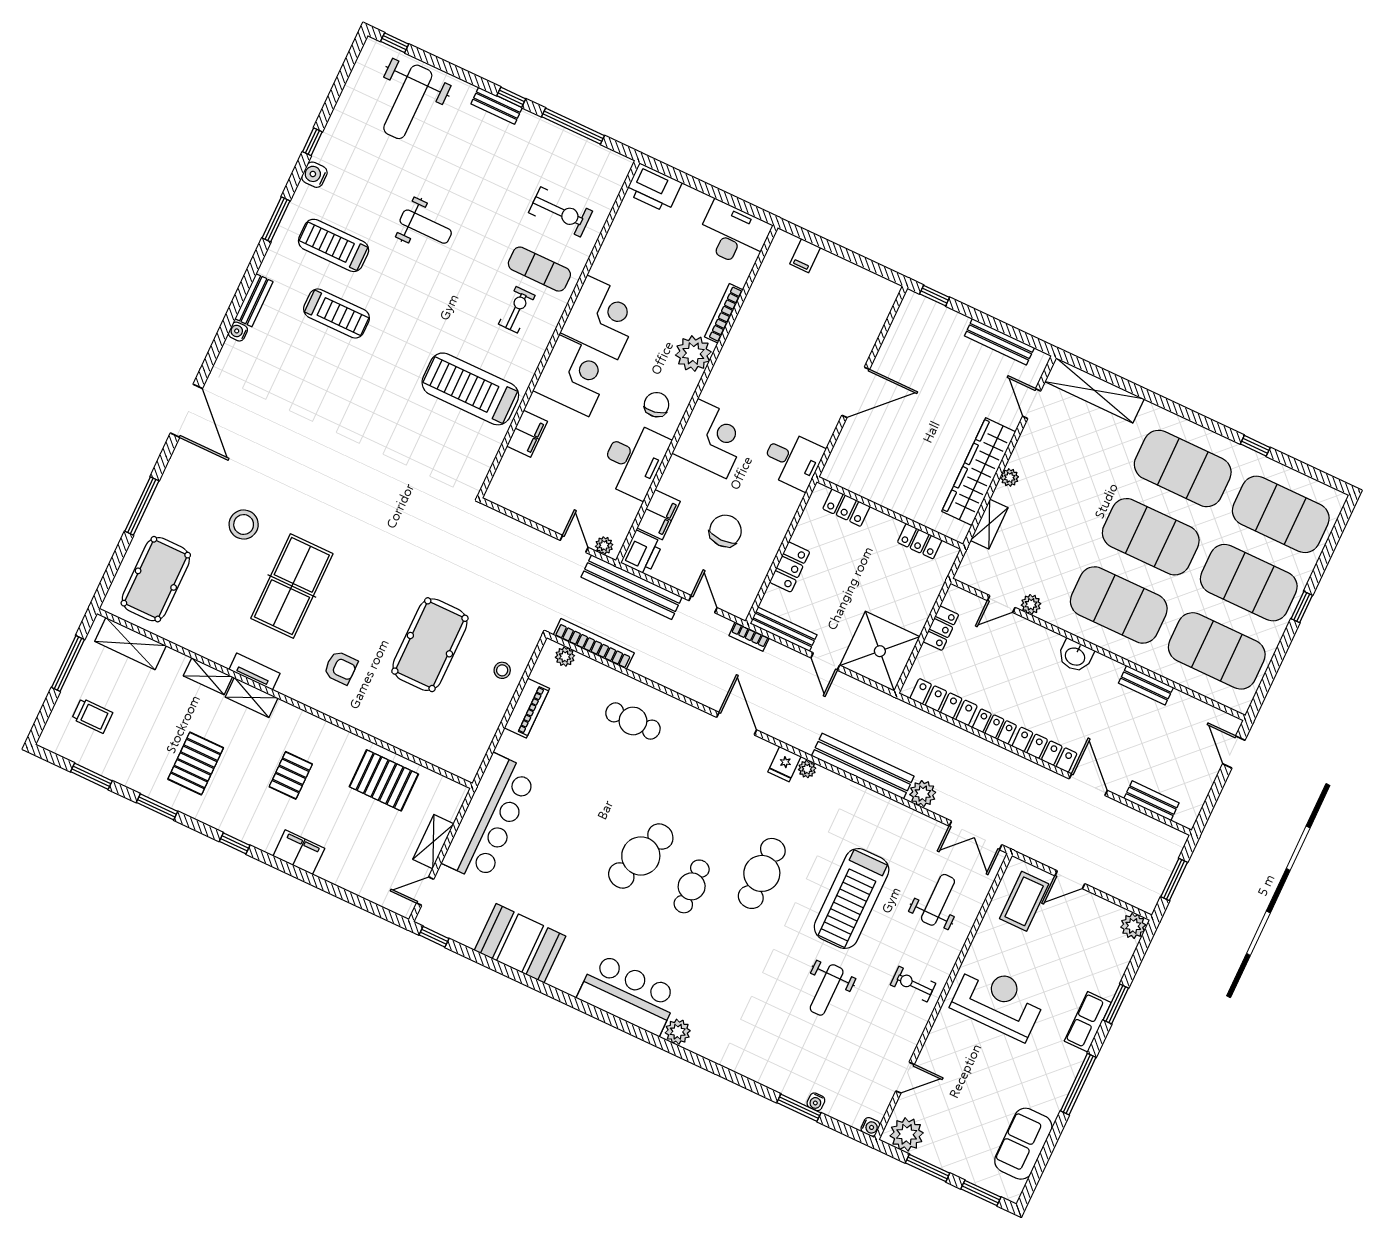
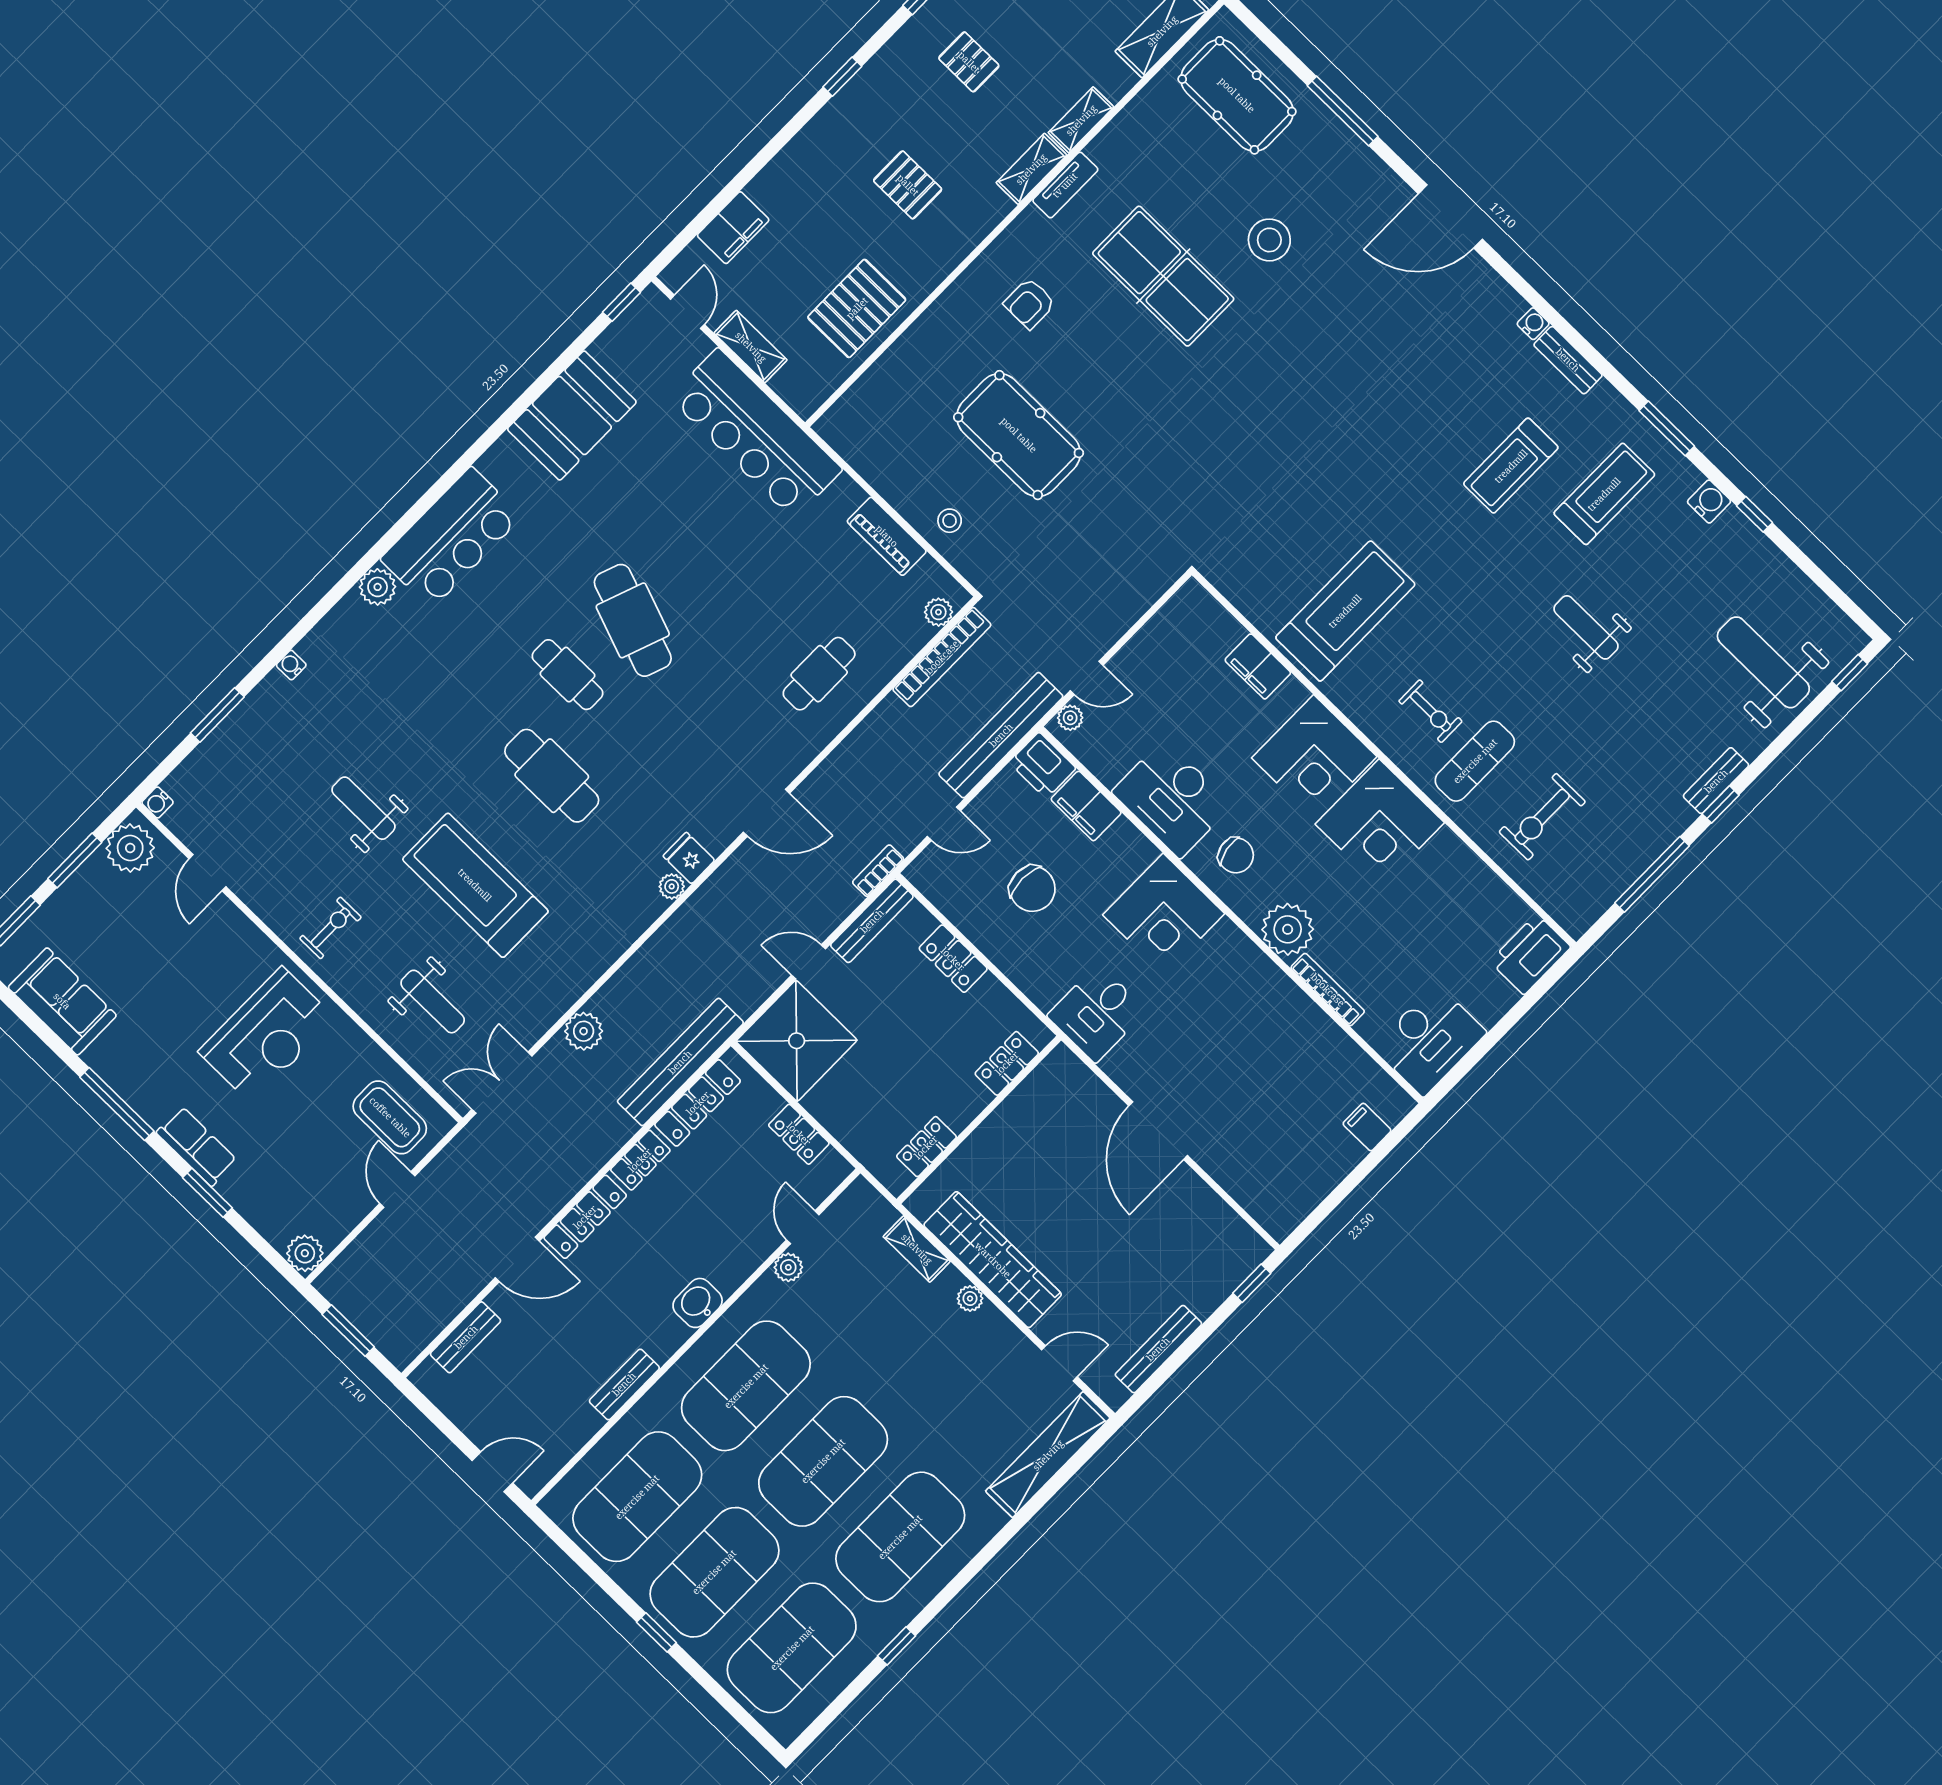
weight bench: (426, 227) -> (1586, 627), turned 90
pallet: (196, 763) -> (969, 62), width x0.67, depth x0.71
bench: (863, 766) -> (680, 1062), moved
filing cabinet: (299, 852) -> (733, 228), moved
water cooler: (816, 1102) -> (291, 665), moved

